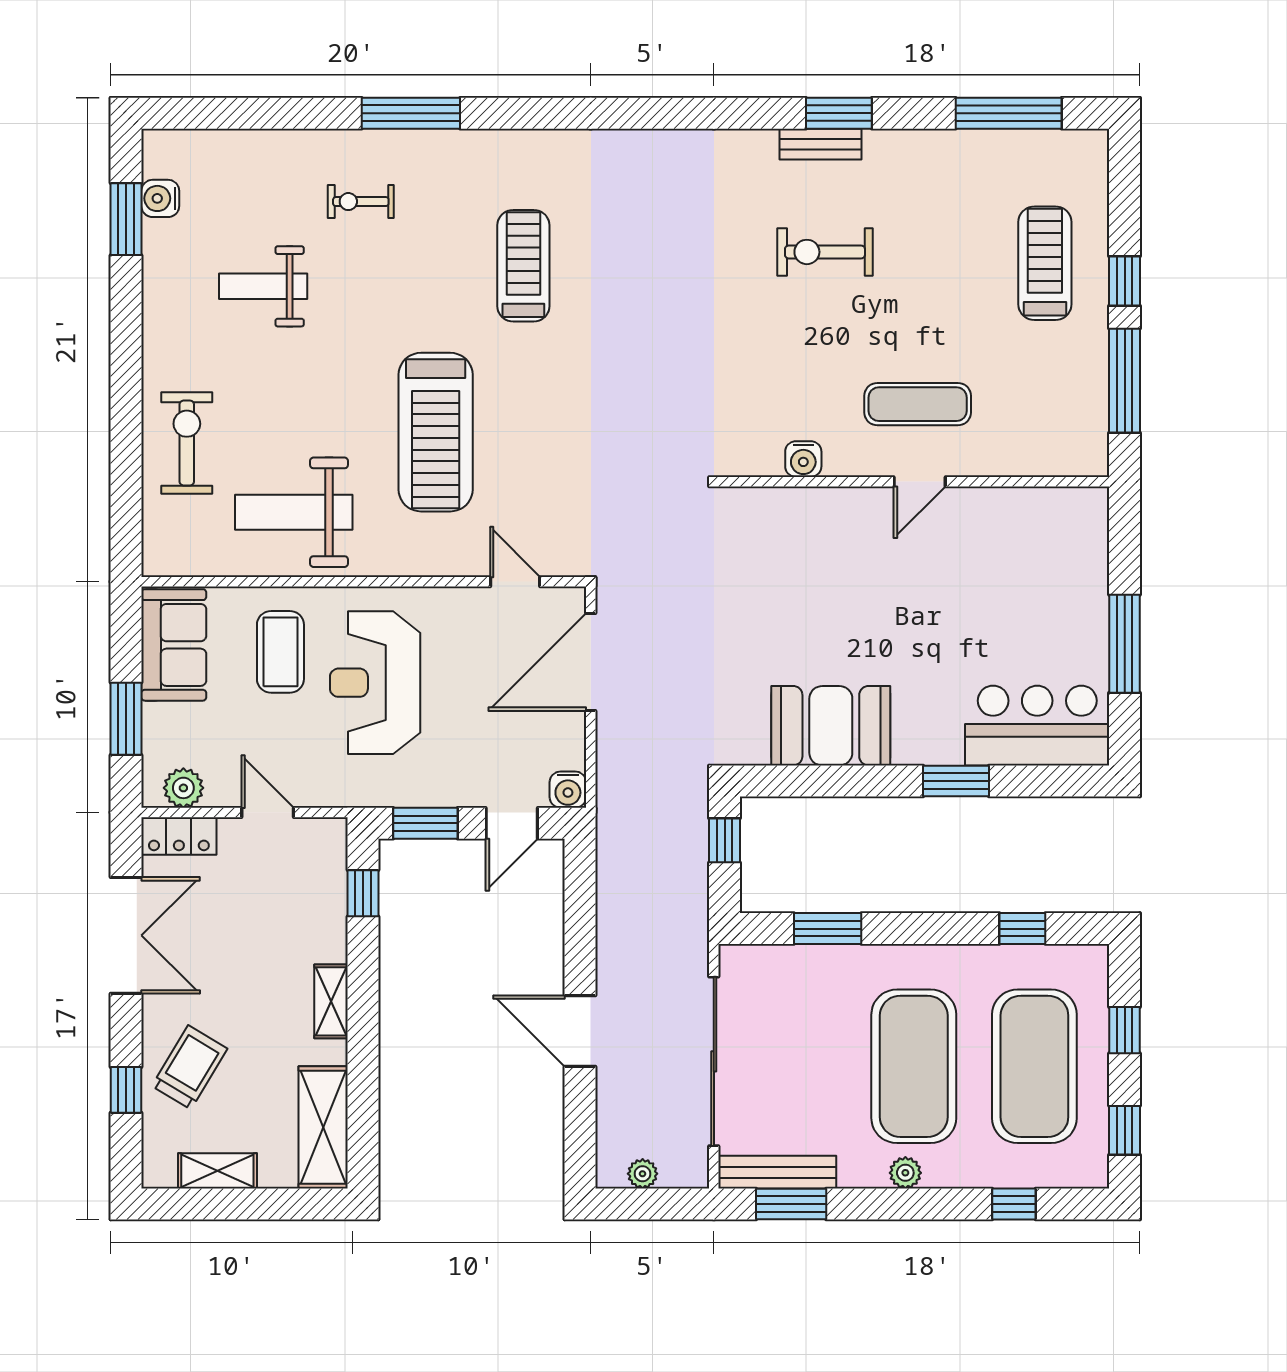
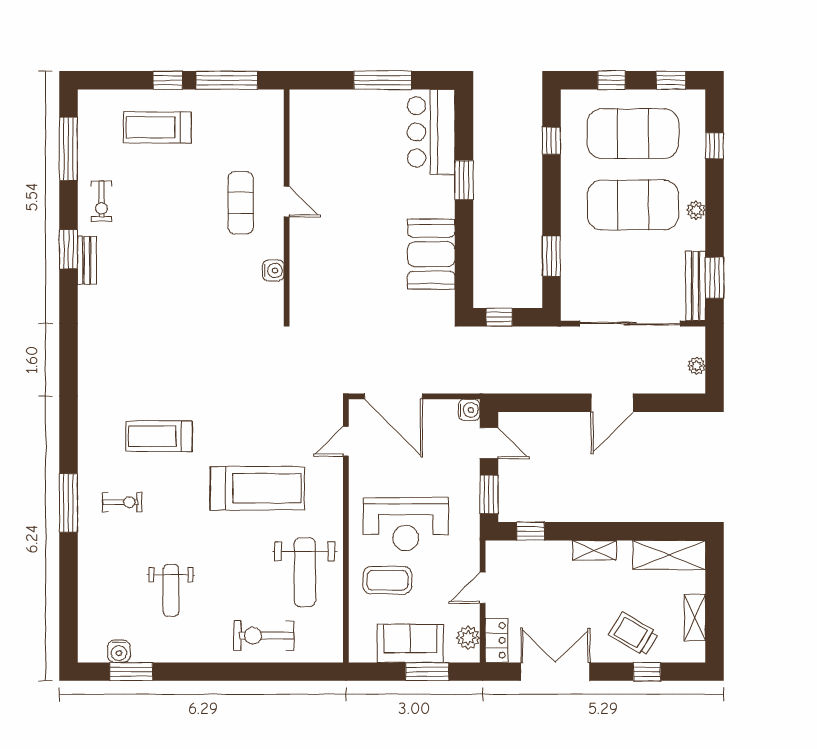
exercise bike: (361, 202) -> (122, 502), moved, turned -90
exercise bike: (825, 252) -> (101, 201), moved, width x0.73, depth x0.72
sofa: (174, 645) -> (410, 643), moved

